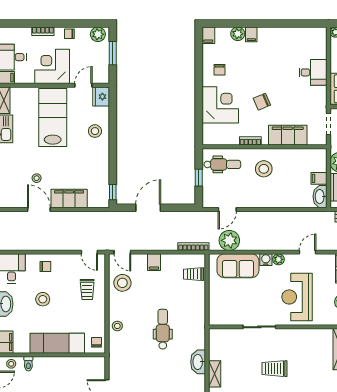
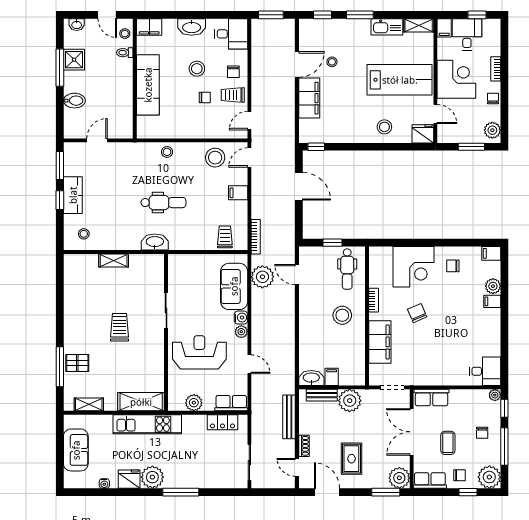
desk: (313, 72) -> (485, 371), moved, turned -90
trolley: (87, 289) -> (233, 95), moved
chair: (97, 342) -> (205, 97), moved
washbasin: (198, 362) -> (155, 242), moved

